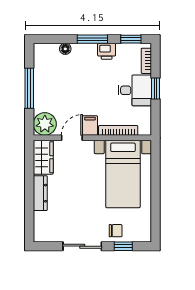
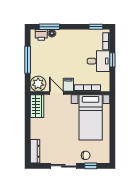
window: (92, 39) -> (49, 27), moved
printer: (107, 51) -> (41, 35), moved
door: (72, 138) -> (56, 93), hinge flipped
dresser: (40, 193) -> (35, 151), moved

